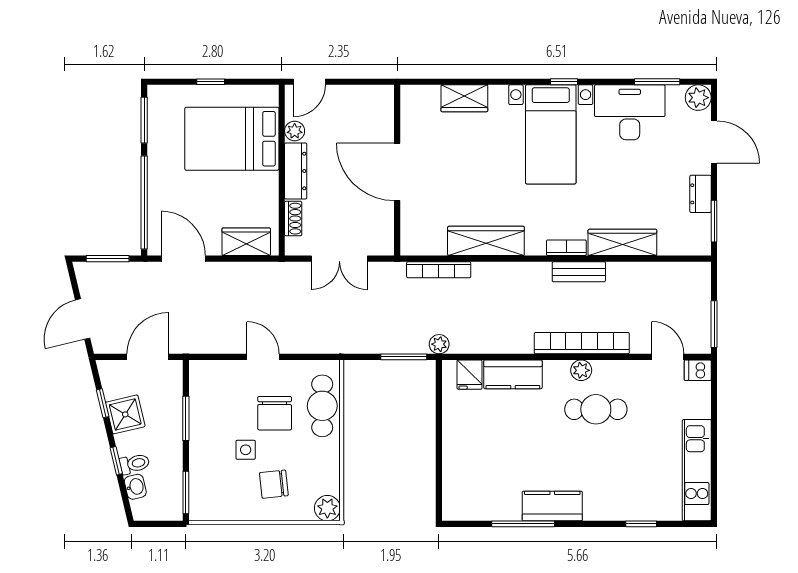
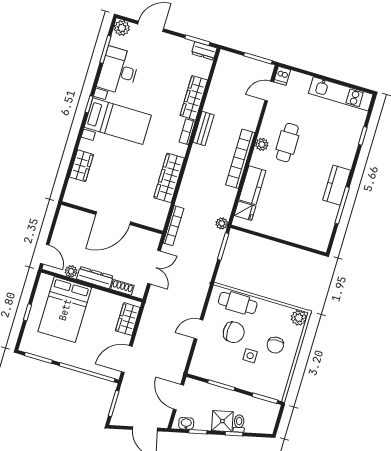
dresser: (701, 194) -> (204, 51), moved
bookcase: (439, 270) -> (173, 226), moved
bookcase: (582, 343) -> (240, 159), moved
shower: (125, 414) -> (222, 421), moved
washbasin: (135, 487) -> (186, 423), moved

